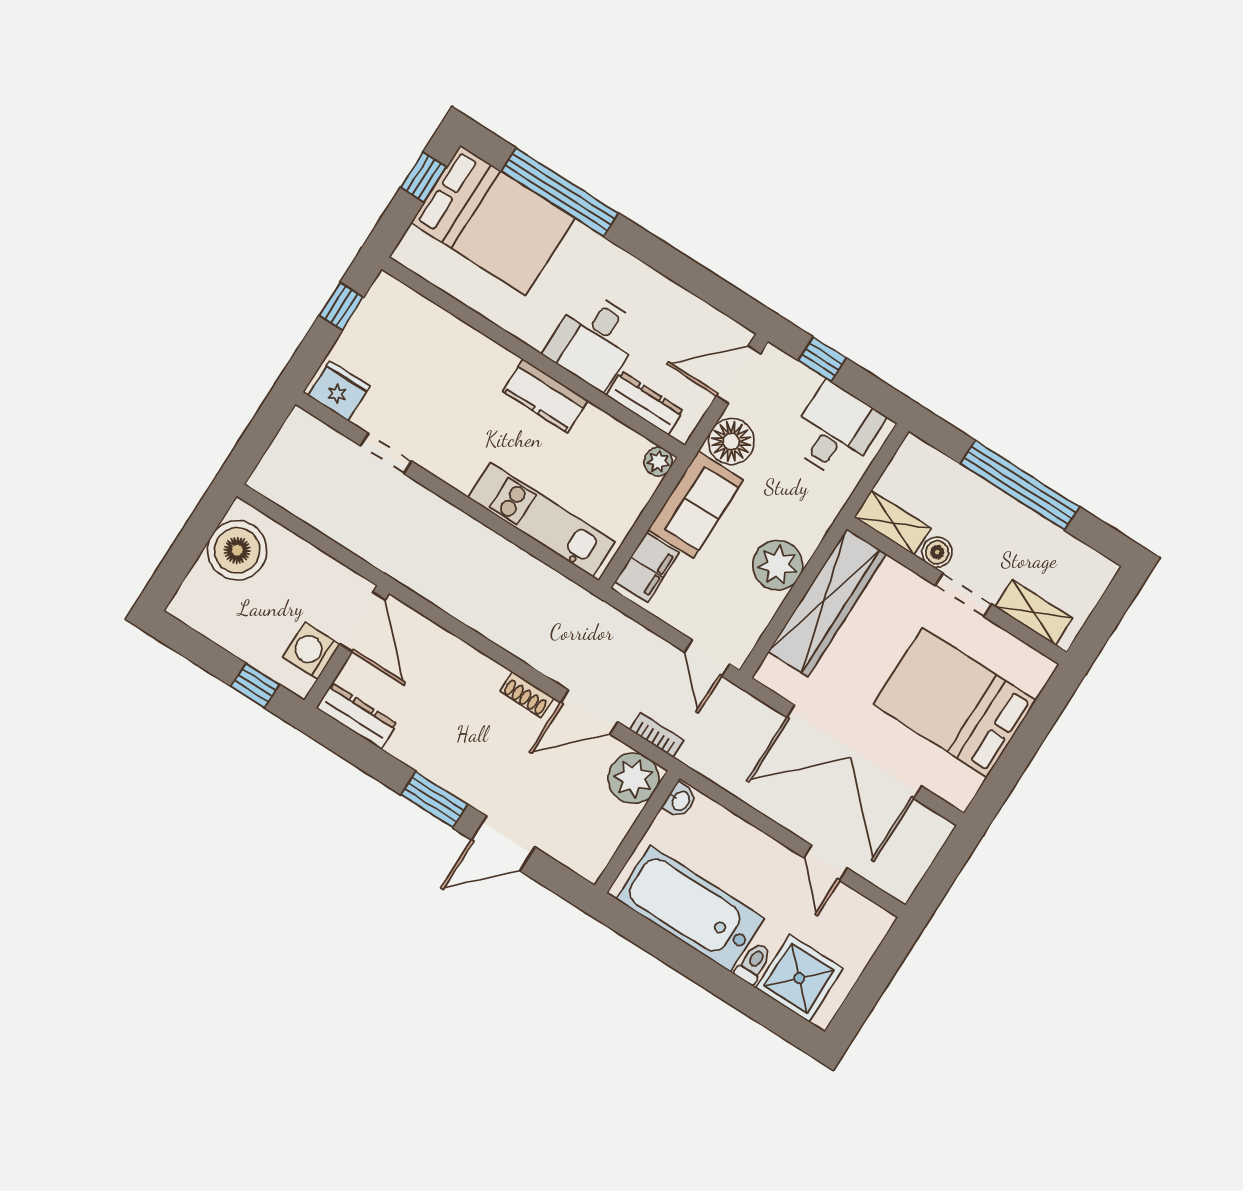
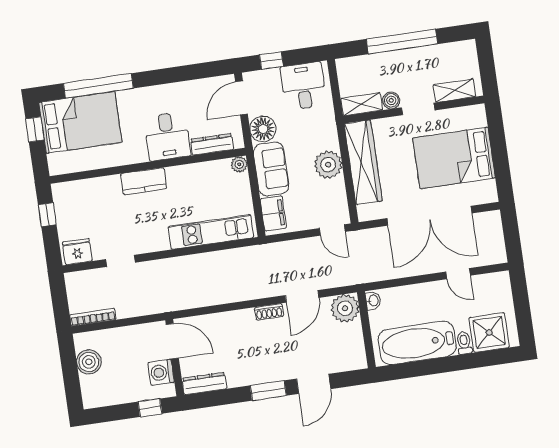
kitchen counter: (545, 396) -> (144, 181), moved
boiler: (237, 550) -> (89, 362), width x0.73, depth x0.73
bookcase: (657, 735) -> (93, 317), moved, width x1.56

